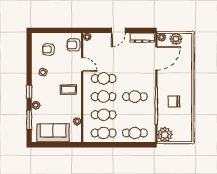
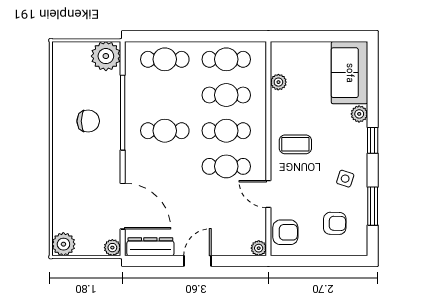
plant: (176, 39) -> (63, 244), moved
door: (156, 58) -> (123, 206), swing flipped
window: (29, 120) -> (373, 206), moved
sofa: (53, 133) -> (349, 73), moved, turned 90

